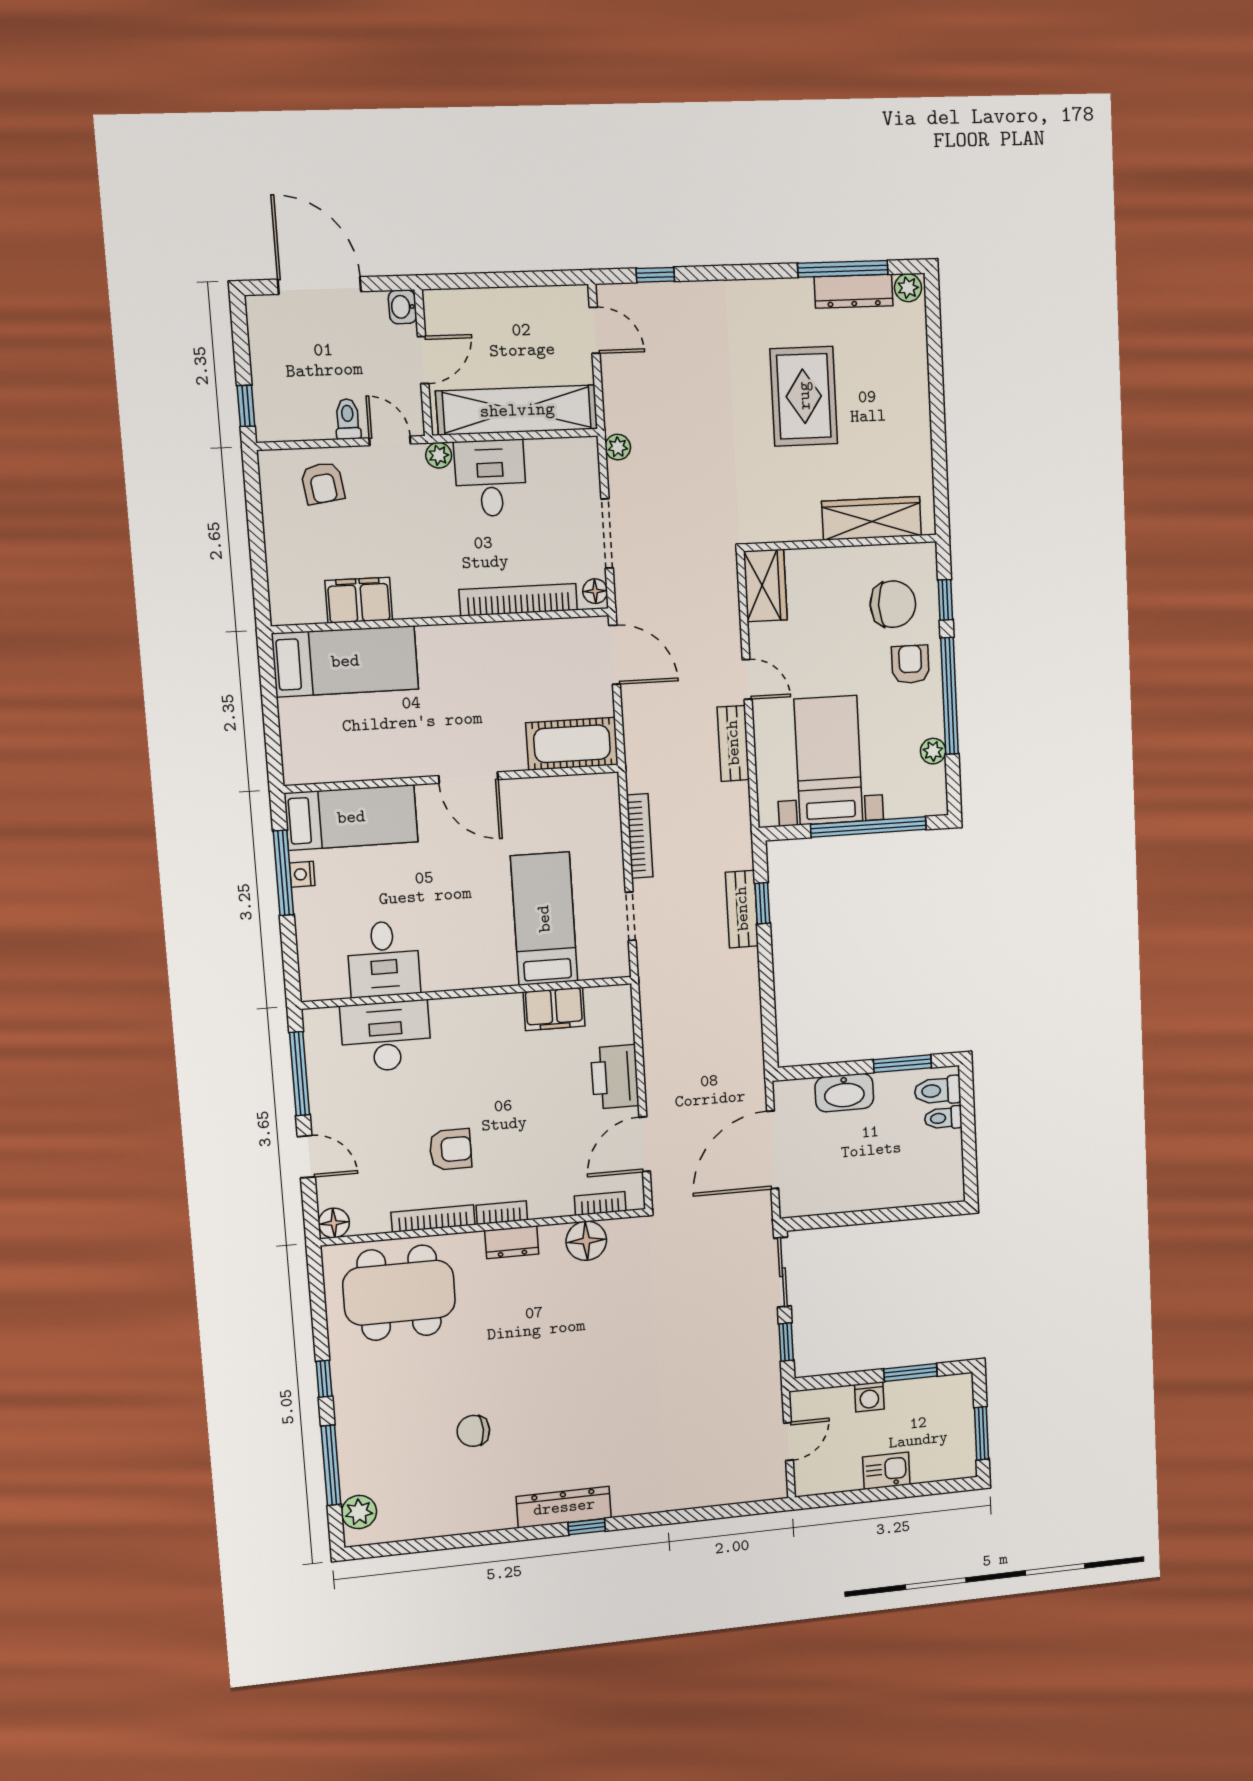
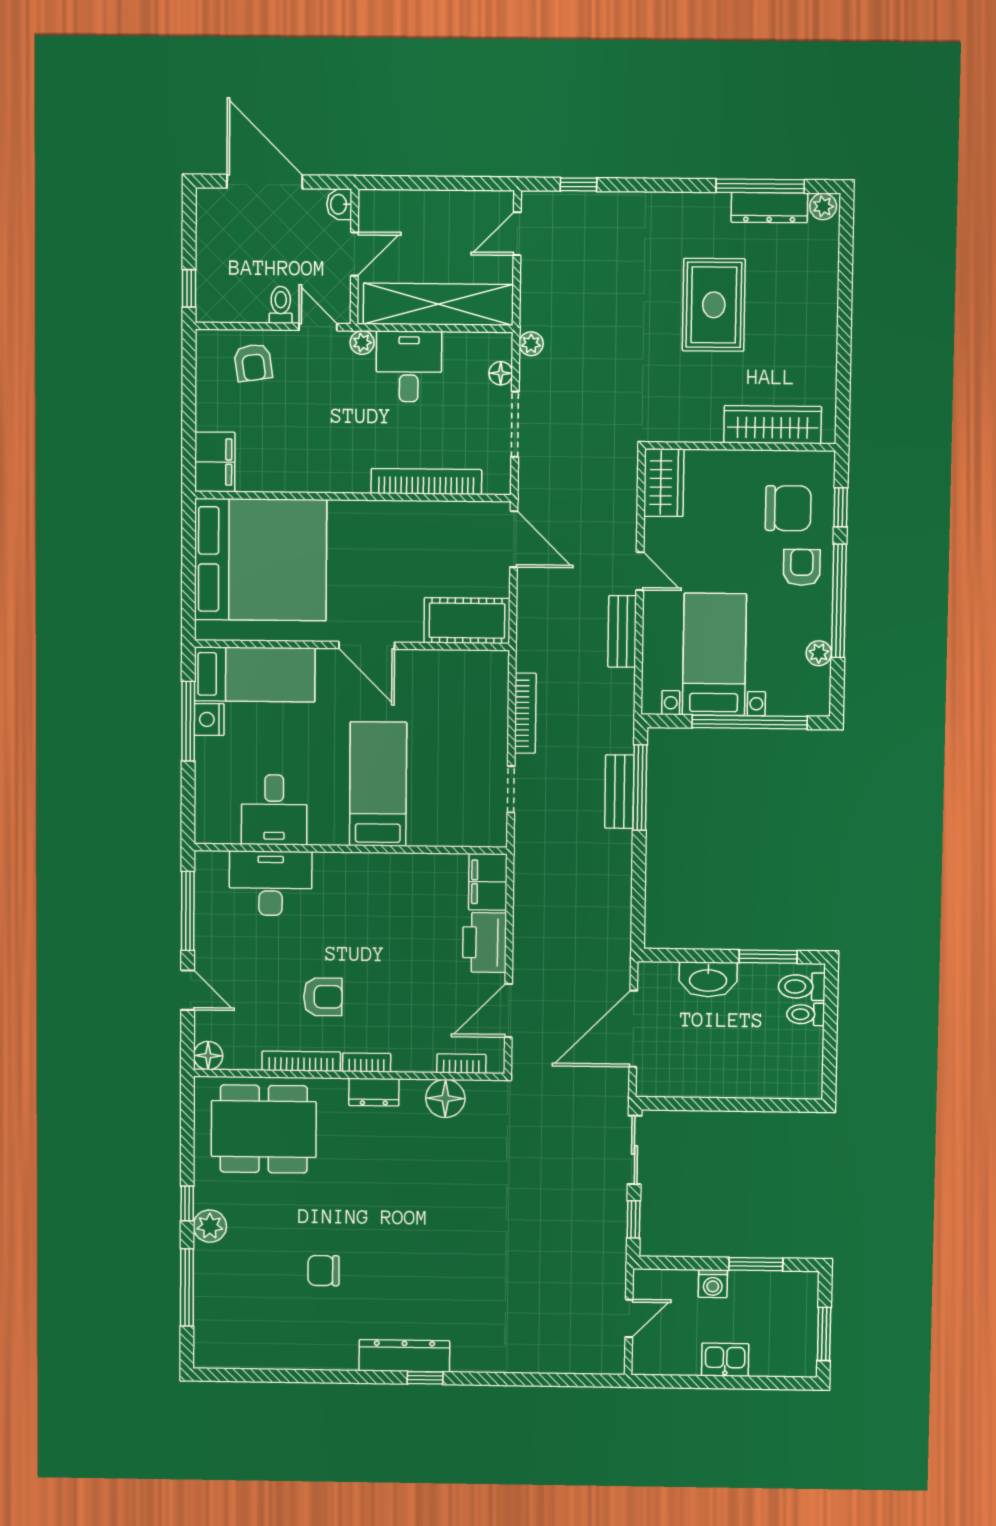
door: (595, 330) -> (517, 234), swing flipped
floor lamp: (595, 591) -> (501, 373), moved
filing cabinet: (359, 600) -> (215, 462), moved, turned 90
bed: (345, 661) -> (261, 560), width x2.04
nightstand: (302, 874) -> (209, 719), width x1.39, depth x1.35
window: (762, 903) -> (640, 788), width x2.17
bed: (544, 919) -> (378, 784), moved
filing cabinet: (554, 1009) -> (488, 882), moved, turned 90
plant: (359, 1512) -> (210, 1226), moved

